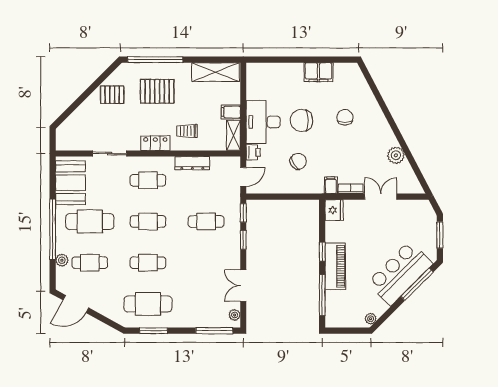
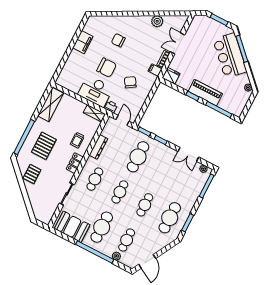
filing cabinet: (231, 112) -> (79, 108), removed
chair: (301, 120) -> (107, 68), turned -90
cafe table: (206, 221) -> (138, 157), width x1.37, depth x1.35

